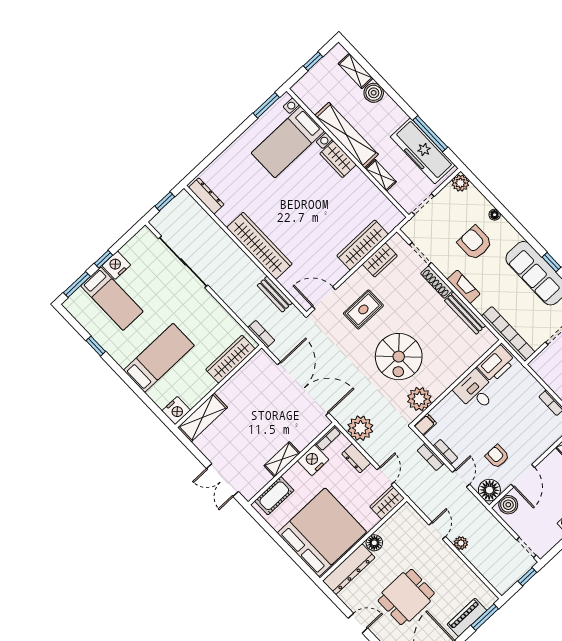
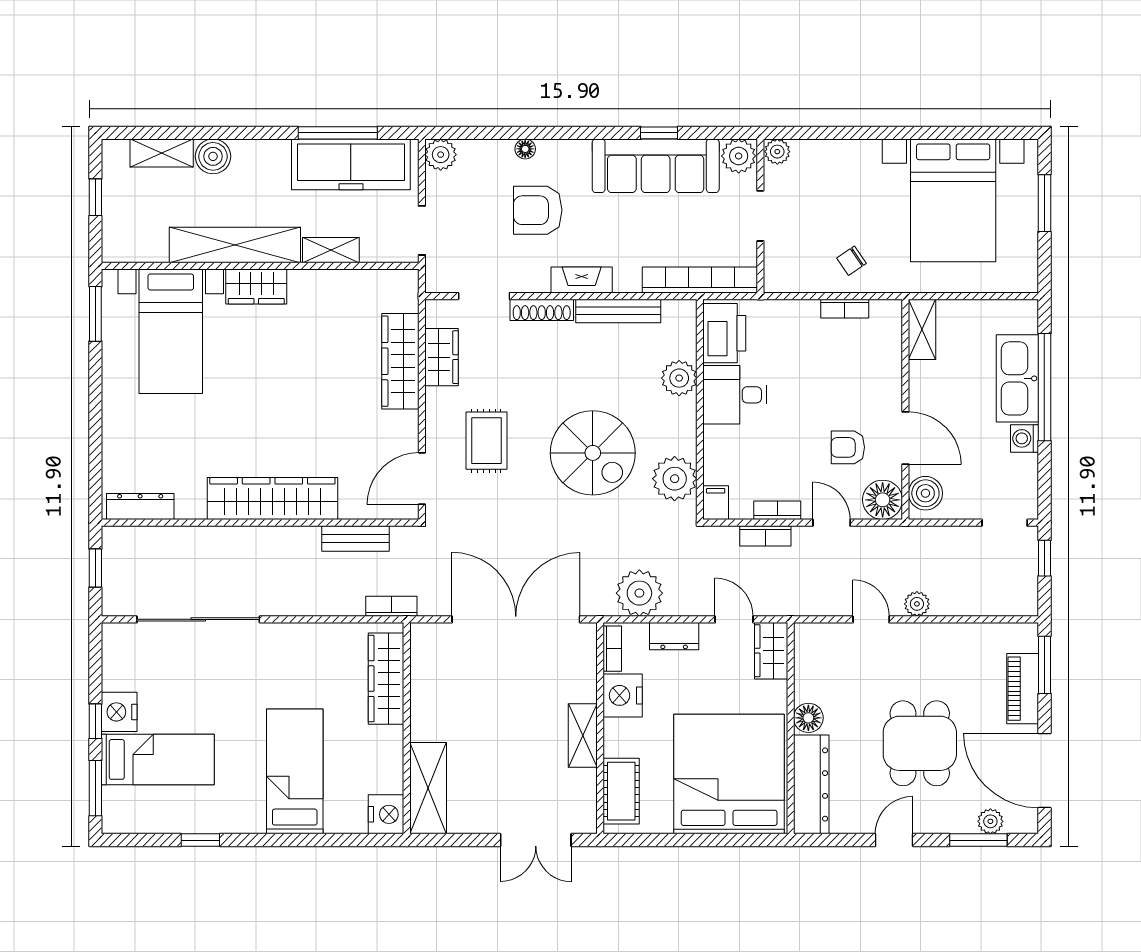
plant: (461, 363) -> (679, 378), added

